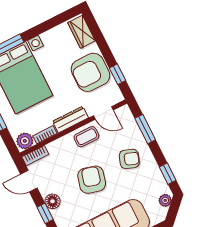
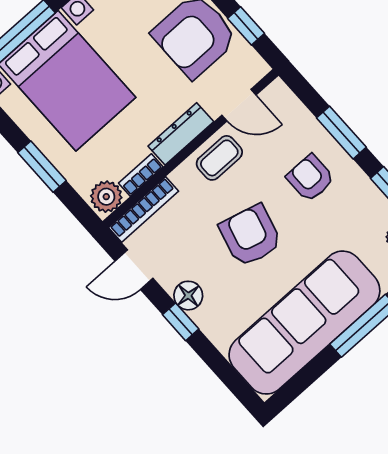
window: (145, 129) -> (341, 133), moved
bookcase: (35, 156) -> (144, 209), width x1.56
armchair: (129, 159) -> (310, 178), turned -110

